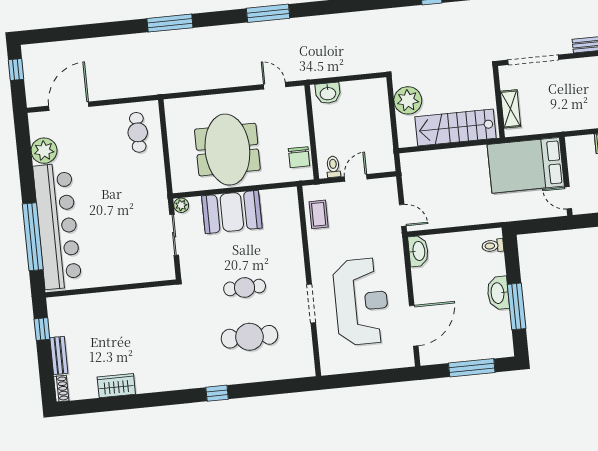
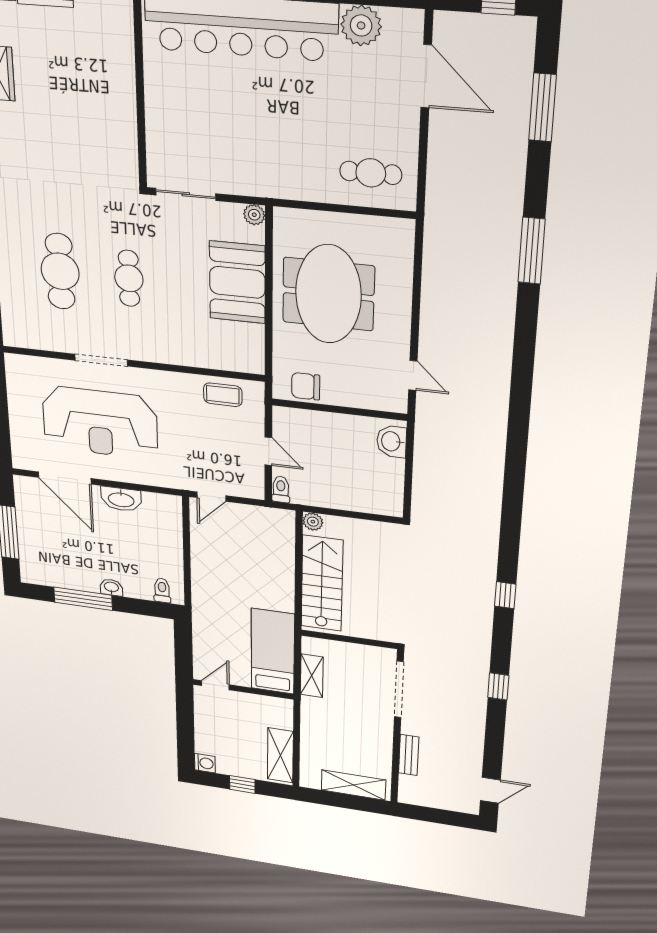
window: (268, 13) -> (543, 107), moved
door: (275, 86) -> (413, 375), hinge flipped
plant: (408, 100) -> (313, 522), moved, width x0.53, depth x0.53
shelving: (511, 109) -> (312, 676), moved, turned 90
meeting table: (227, 150) -> (328, 294), turned 90
bed: (526, 165) -> (273, 651), width x0.67
toilet: (333, 167) -> (281, 489), moved, turned -90
sliding door: (174, 235) -> (186, 194), moved
washbasin: (418, 251) -> (121, 499), moved
washbasin: (498, 293) -> (111, 587), width x0.52, depth x0.69

